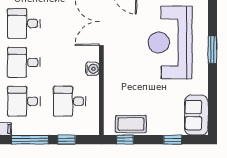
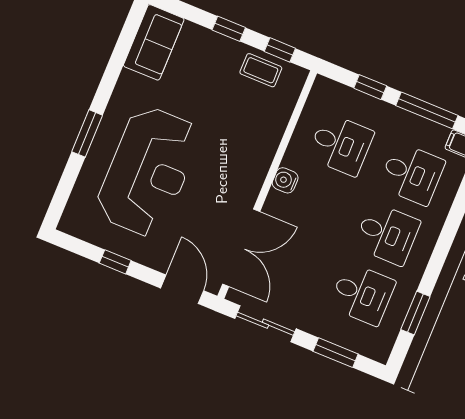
coffee table: (131, 124) -> (261, 70), width x0.73, depth x0.77
window: (173, 140) -> (229, 29), moved

